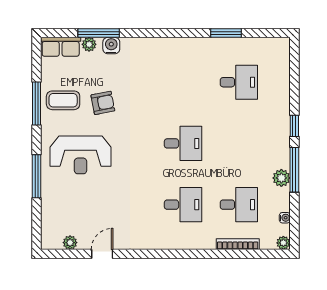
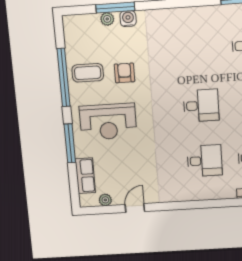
row of seats: (61, 47) -> (85, 176), moved, turned -90
armchair: (103, 103) -> (124, 73), turned -79
window: (36, 104) -> (64, 77), width x1.46

